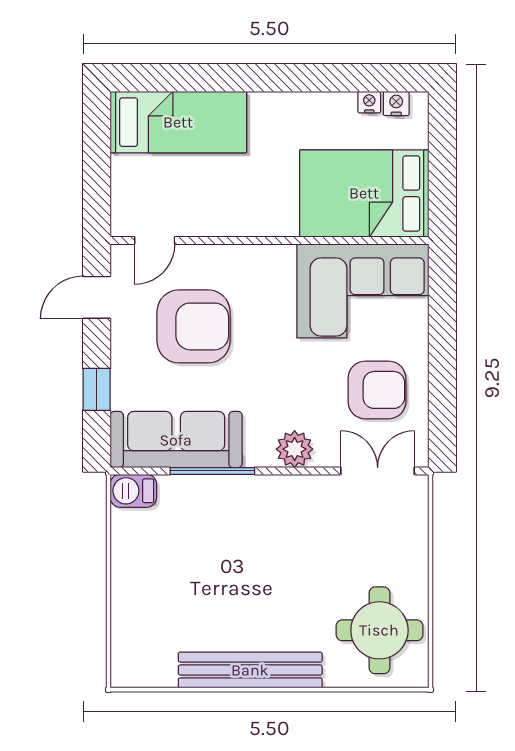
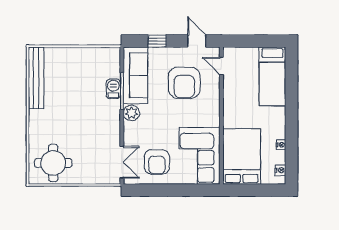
nightstand: (369, 102) -> (281, 145), moved
plant: (295, 449) -> (131, 113), moved
barbecue: (133, 491) -> (113, 89), moved
bench: (250, 670) -> (36, 78), moved

